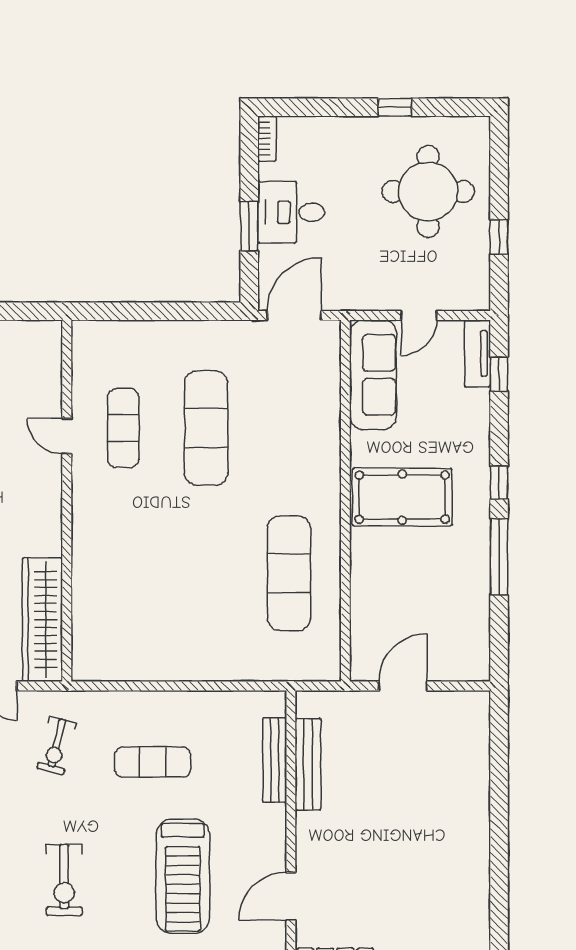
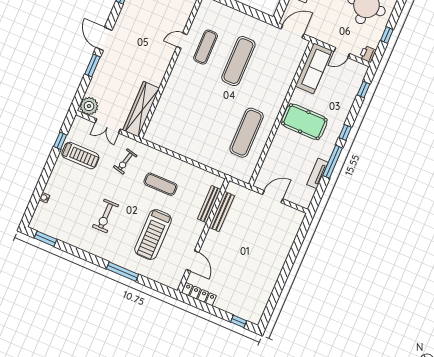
printer: (476, 295) -> (368, 54), added
tv unit: (478, 353) -> (317, 173), moved
door: (67, 436) -> (182, 41), hinge flipped
door: (291, 896) -> (192, 261), swing flipped

